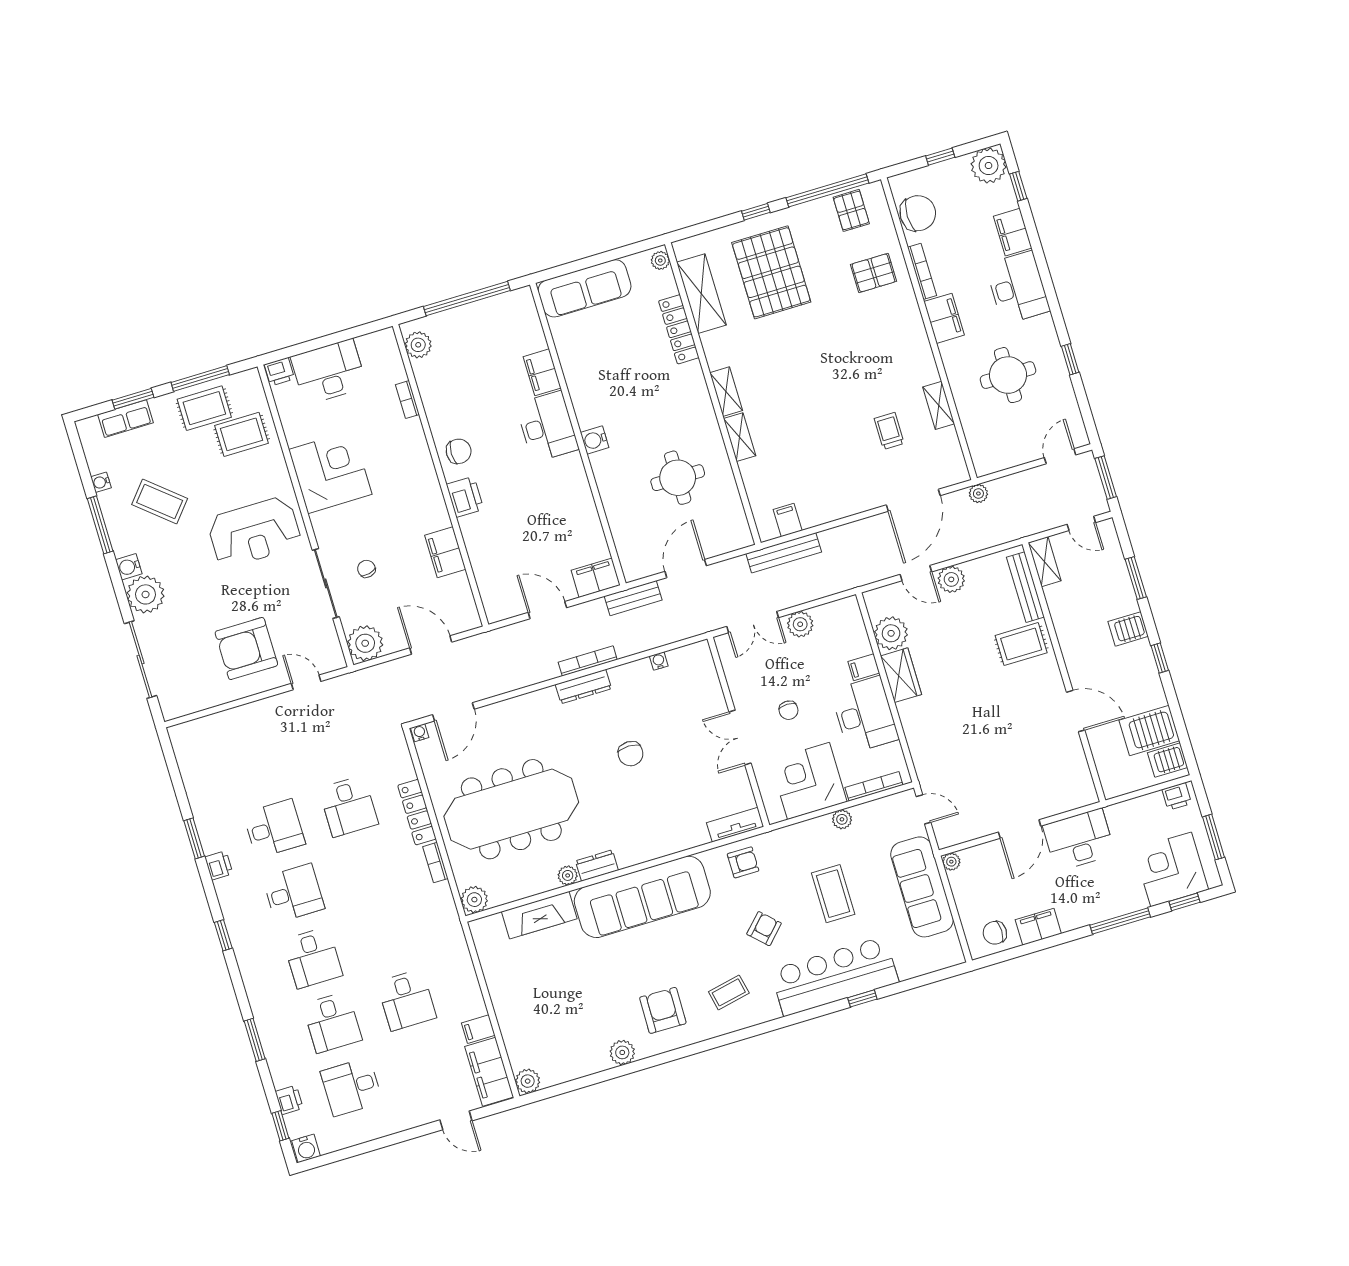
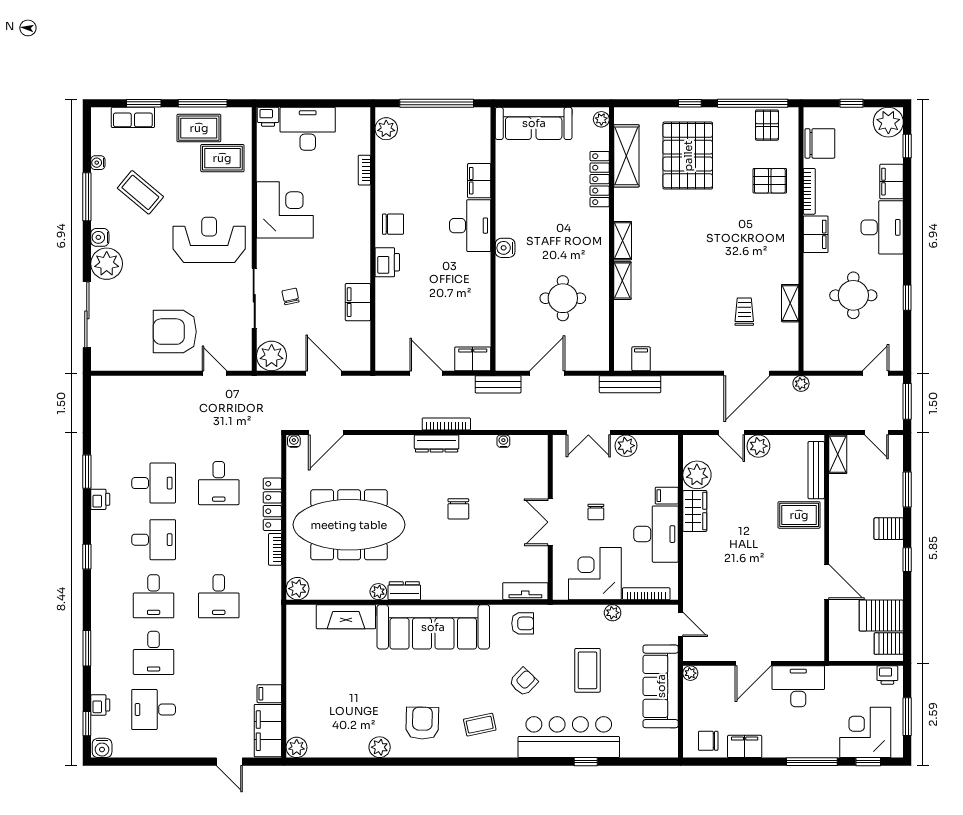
reception desk: (254, 532) -> (209, 240), turned 180
desk: (407, 1000) -> (219, 596), moved

